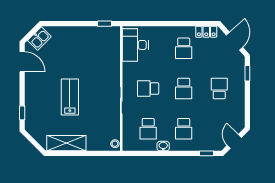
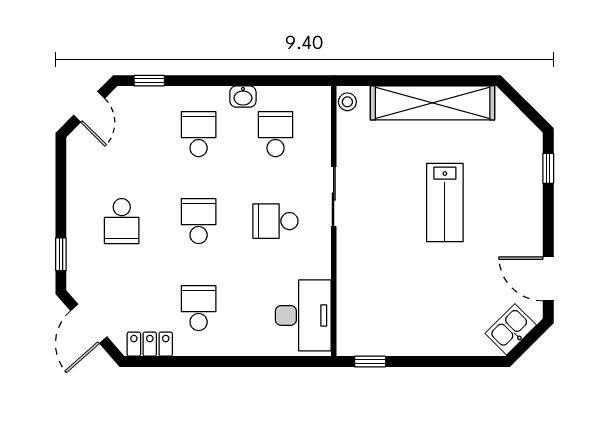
school desk: (148, 89) -> (275, 221), turned 180
shelving: (66, 143) -> (433, 103), width x1.47

